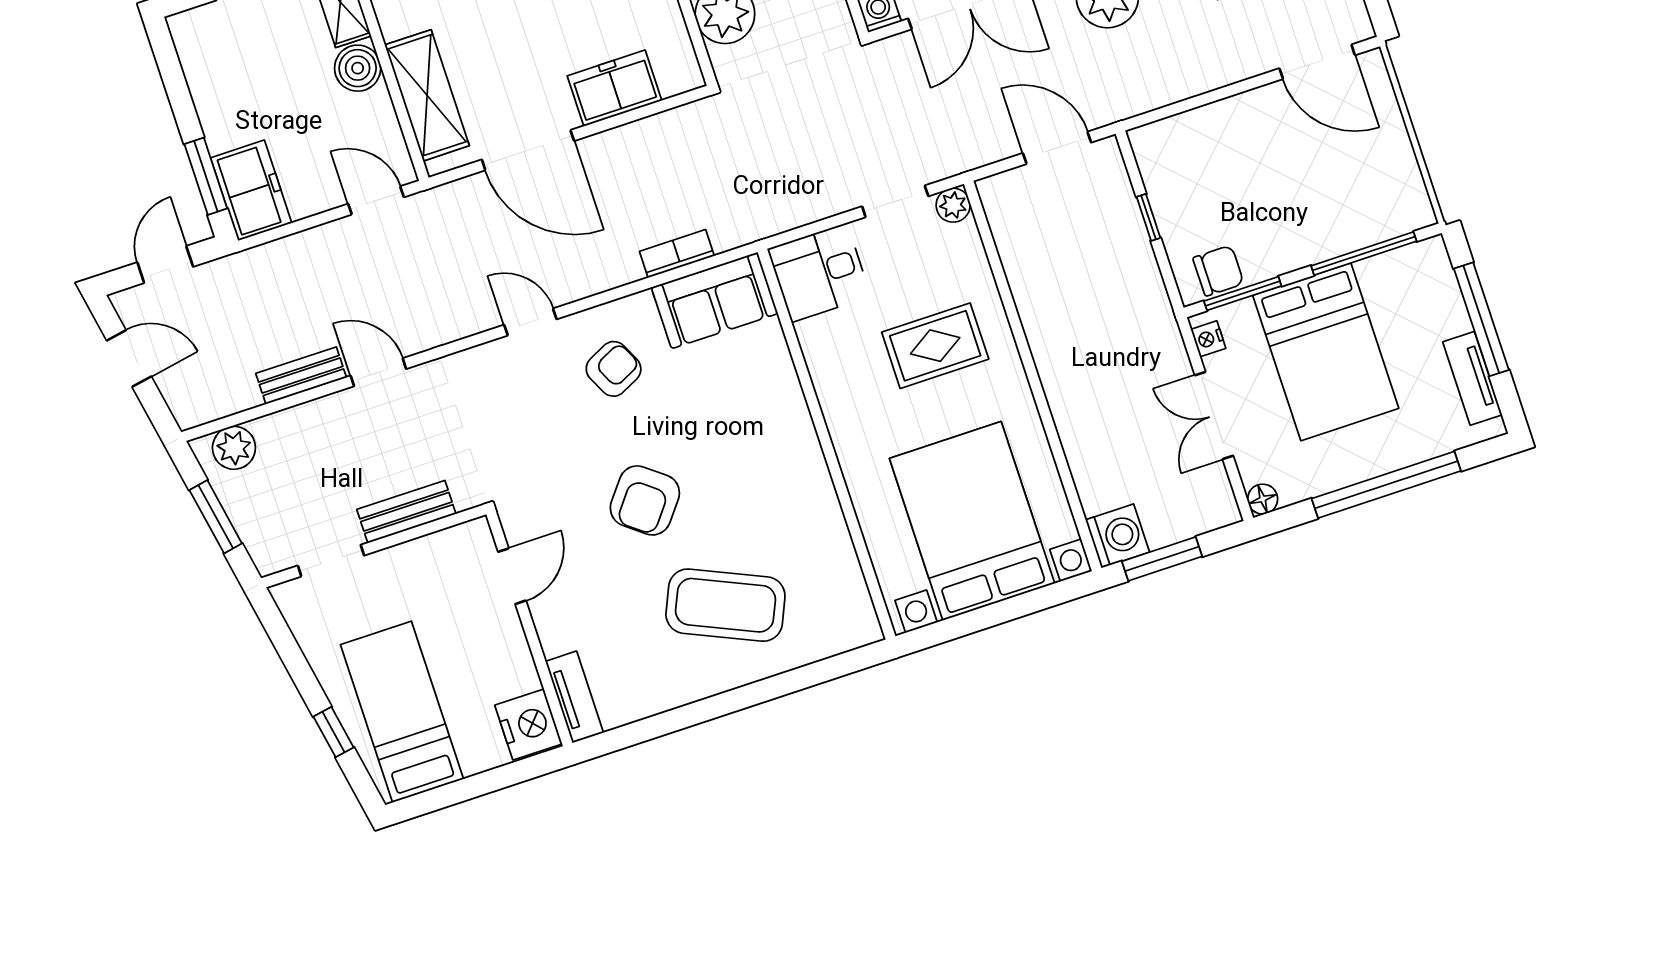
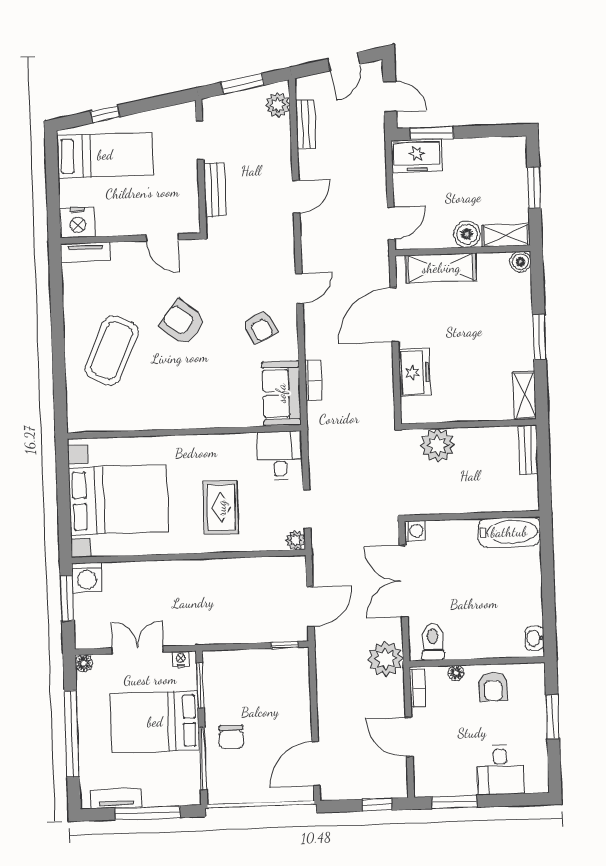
window: (1149, 217) -> (285, 645), moved
chair: (1218, 271) -> (231, 737), moved
bench: (301, 376) -> (306, 125), moved

